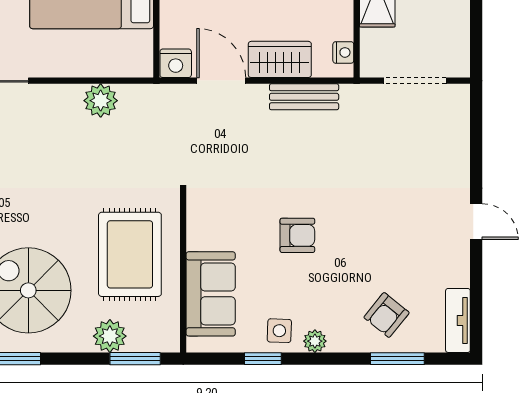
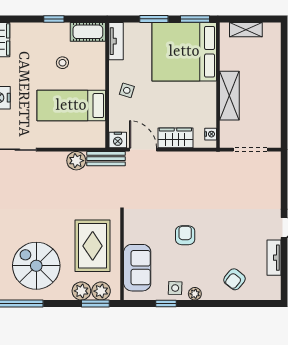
bench: (304, 97) -> (106, 159), moved
armchair: (297, 235) -> (185, 235), turned -90
tv unit: (458, 320) -> (274, 258), moved
plant: (145, 336) -> (101, 291), added
window: (397, 359) -> (240, 303), removed

